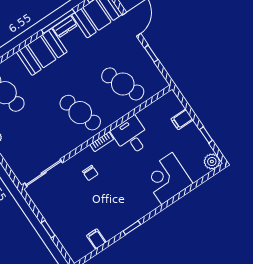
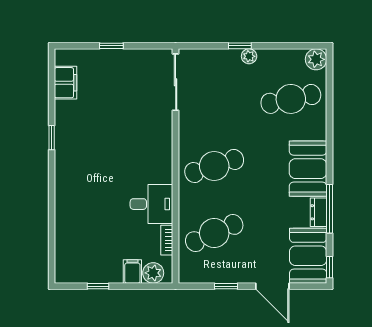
bookcase: (102, 142) -> (167, 240), moved
plant: (212, 162) -> (153, 273), moved
chair: (90, 173) -> (141, 133), removed
corner desk: (167, 179) -> (79, 212), removed
filing cabinet: (96, 239) -> (65, 83), width x2.00

